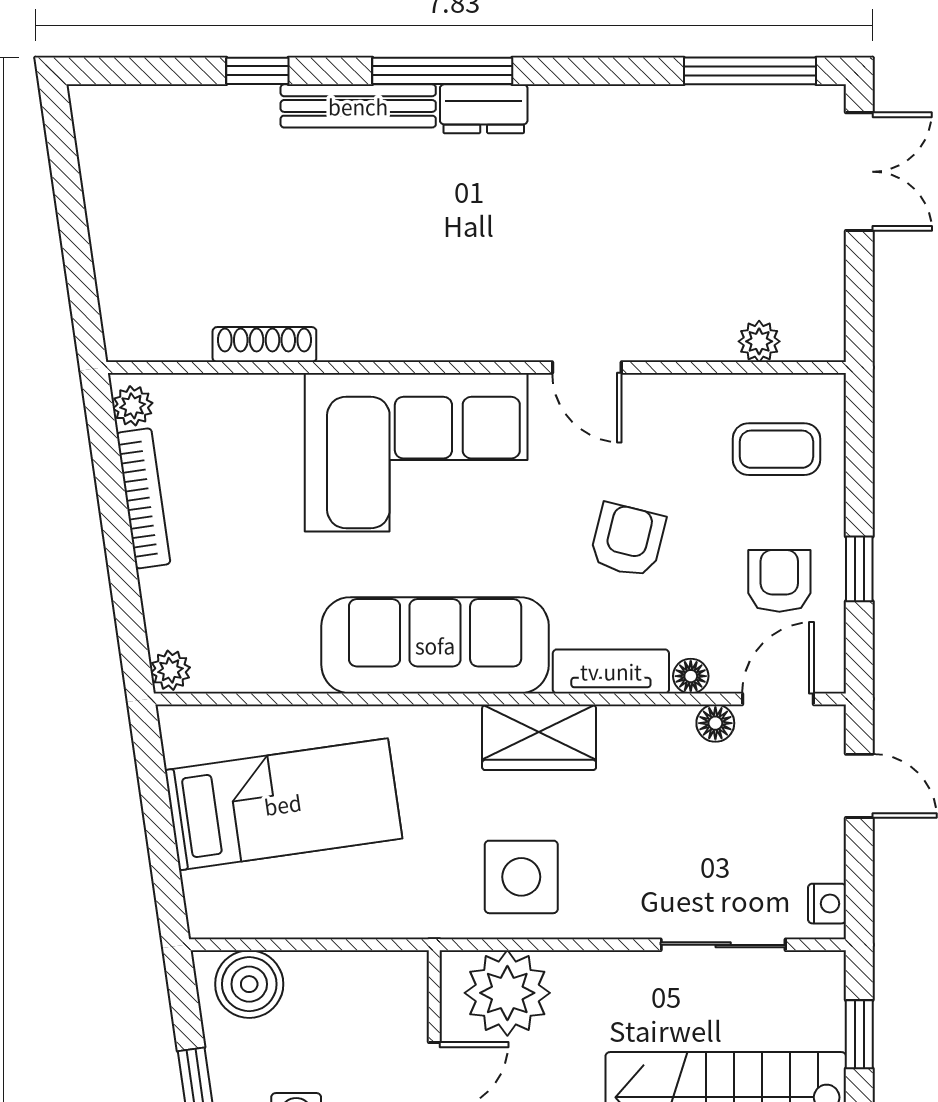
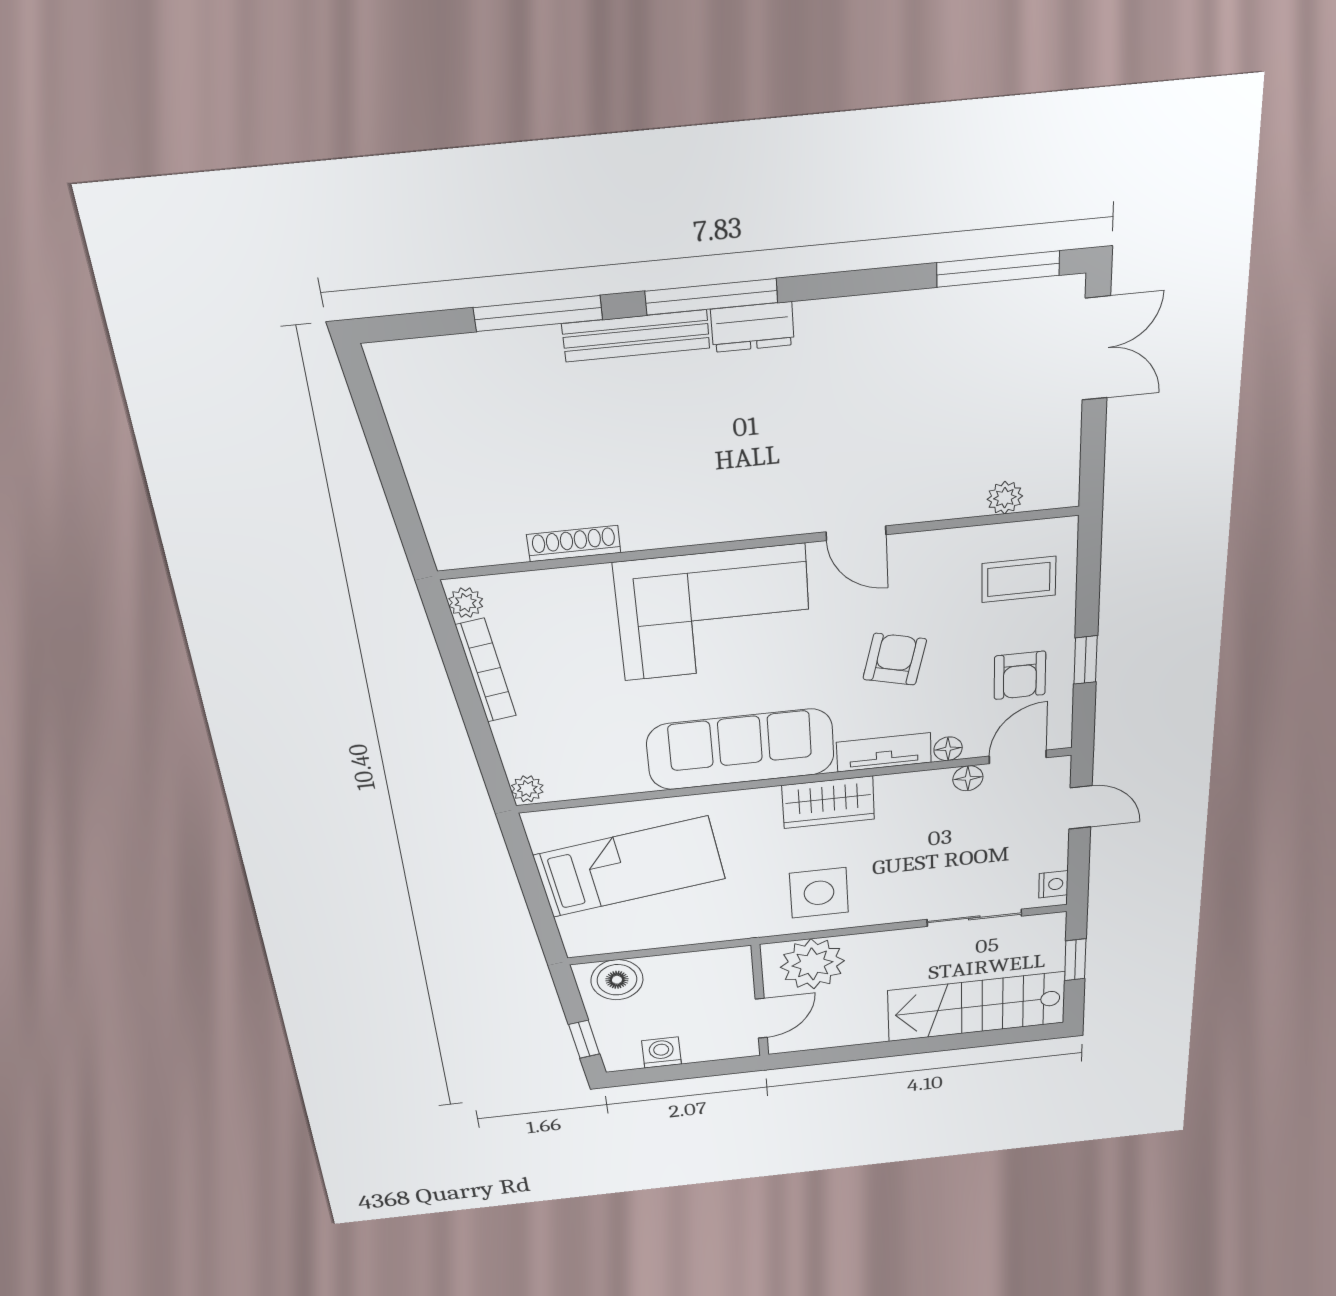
window: (257, 71) -> (538, 314), width x2.17
armchair: (779, 581) -> (1020, 675), turned 180

